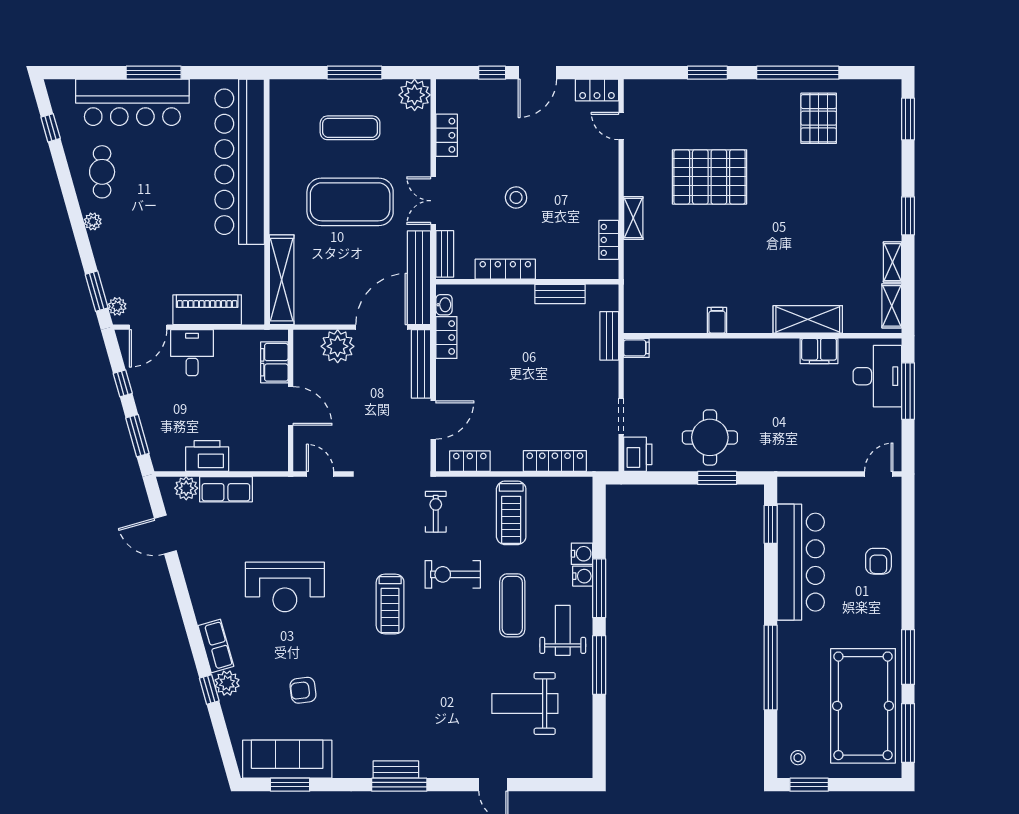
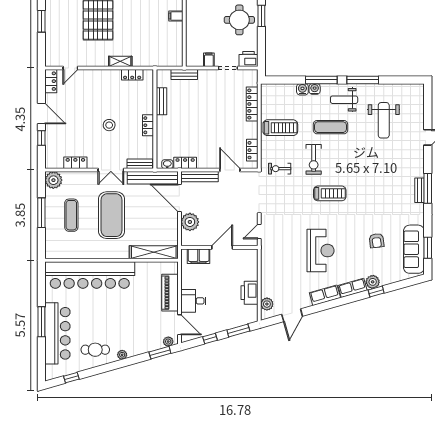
locker: (505, 269) -> (148, 125), width x0.66
filing cabinet: (636, 348) -> (209, 60), moved
row of seats: (226, 489) -> (325, 295), moved, turned -106

